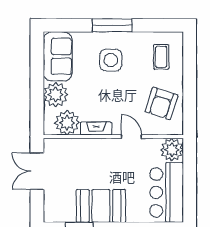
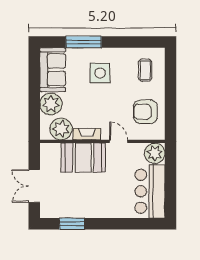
window: (112, 25) -> (84, 42), moved
armchair: (161, 103) -> (145, 112), turned 72
double door: (37, 171) -> (34, 186), moved
booth: (101, 206) -> (83, 158), moved

